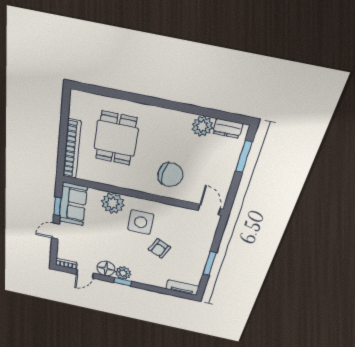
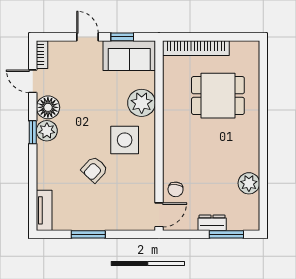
dresser: (228, 128) -> (212, 223), moved, turned 90
chair: (170, 175) -> (176, 189), moved, width x0.54, depth x0.54
armchair: (159, 248) -> (94, 169), turned -71

